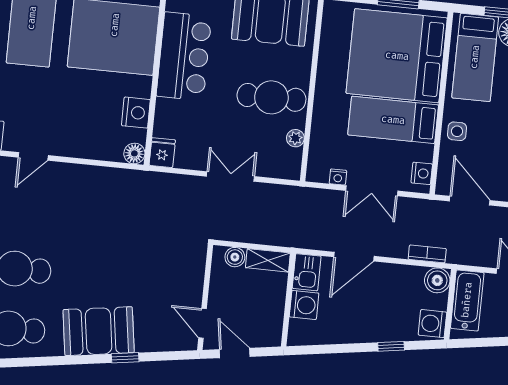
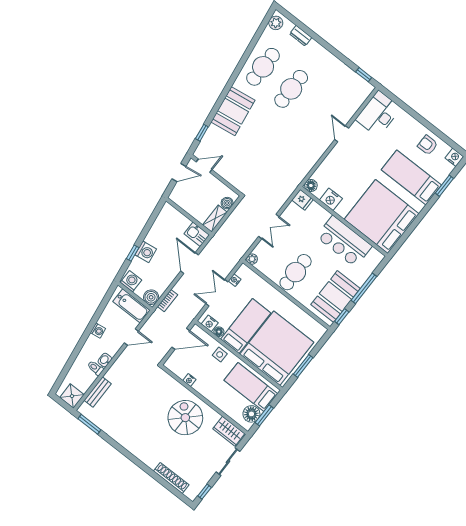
plant: (295, 138) -> (252, 259), moved
floor lamp: (425, 153) -> (219, 332), added
washing machine: (304, 305) -> (146, 252), moved, turned -98
window: (125, 358) -> (202, 133), moved

